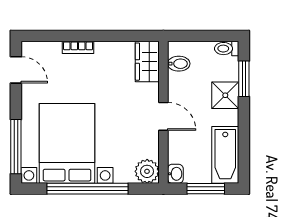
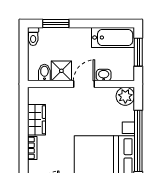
wardrobe: (147, 62) -> (36, 120), moved, turned -90
shower: (225, 95) -> (61, 71), moved
washbasin: (175, 174) -> (104, 75), moved

